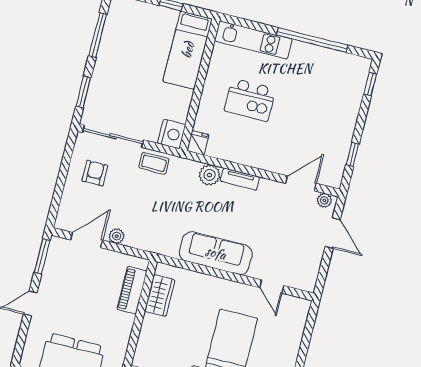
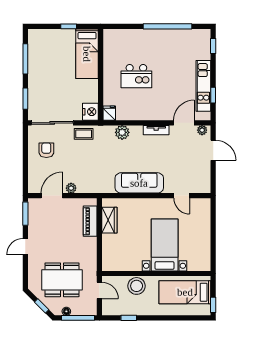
kitchen unit: (253, 40) -> (203, 86), moved, turned 90
tv unit: (240, 179) -> (156, 130), moved

